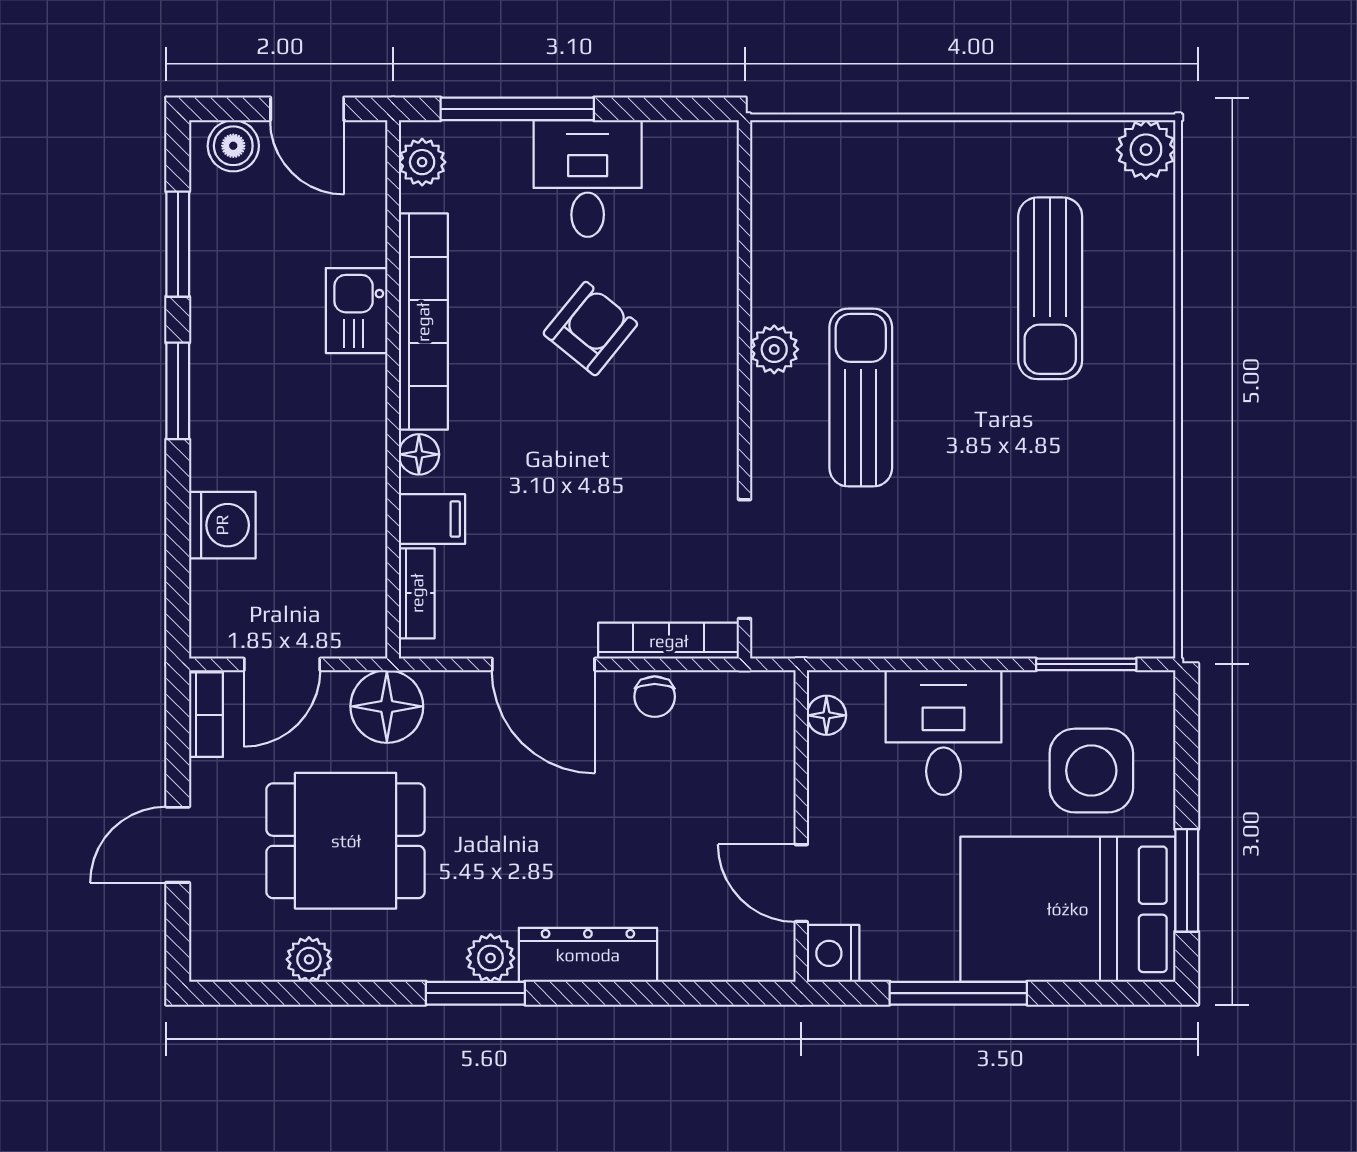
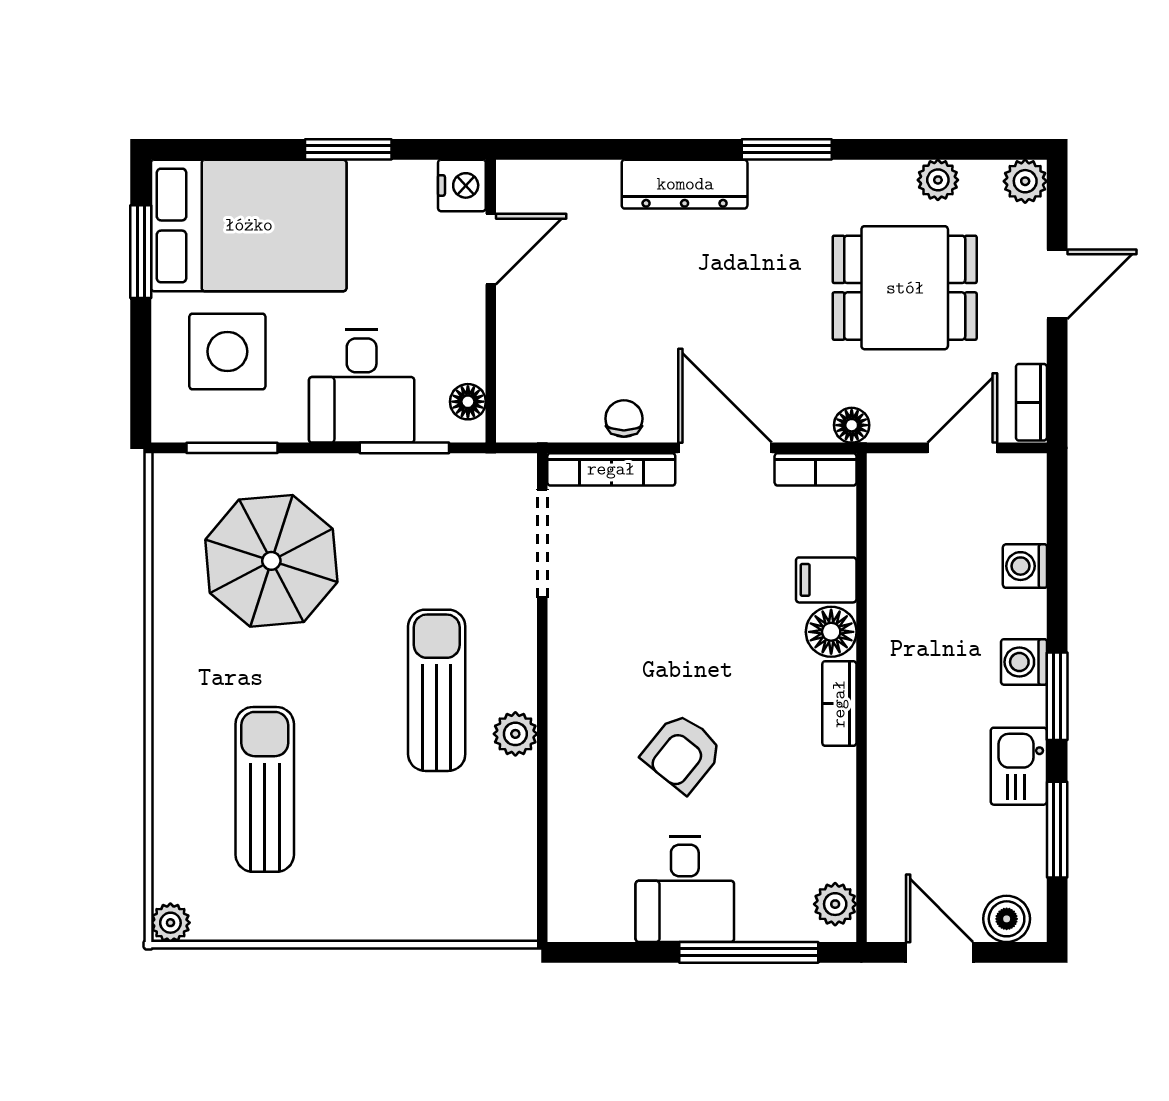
plant: (1146, 150) -> (170, 923), width x0.73, depth x0.73
kitchen sink: (357, 311) -> (1019, 766), moved, turned 180
bookcase: (423, 322) -> (839, 704), width x0.43, depth x0.76
sun lounger: (861, 397) -> (437, 690), turned 180
washing machine: (214, 429) -> (1024, 662), added
floor lamp: (419, 454) -> (831, 632), width x1.37, depth x1.37
washing machine: (222, 525) -> (1025, 566), width x0.73, depth x0.73
parasol: (1043, 540) -> (271, 561), added
bookcase: (417, 593) -> (816, 469), moved, turned -90
window: (896, 664) -> (404, 448), added
floor lamp: (387, 706) -> (852, 425), width x0.53, depth x0.53
door: (801, 883) -> (491, 249), hinge flipped
plant: (490, 958) -> (1025, 181), moved
window: (958, 993) -> (348, 149), width x0.69

